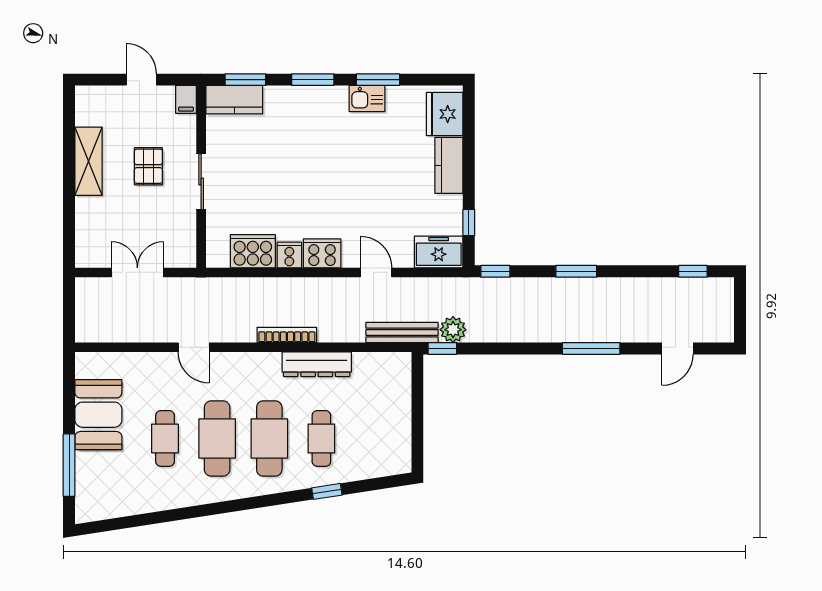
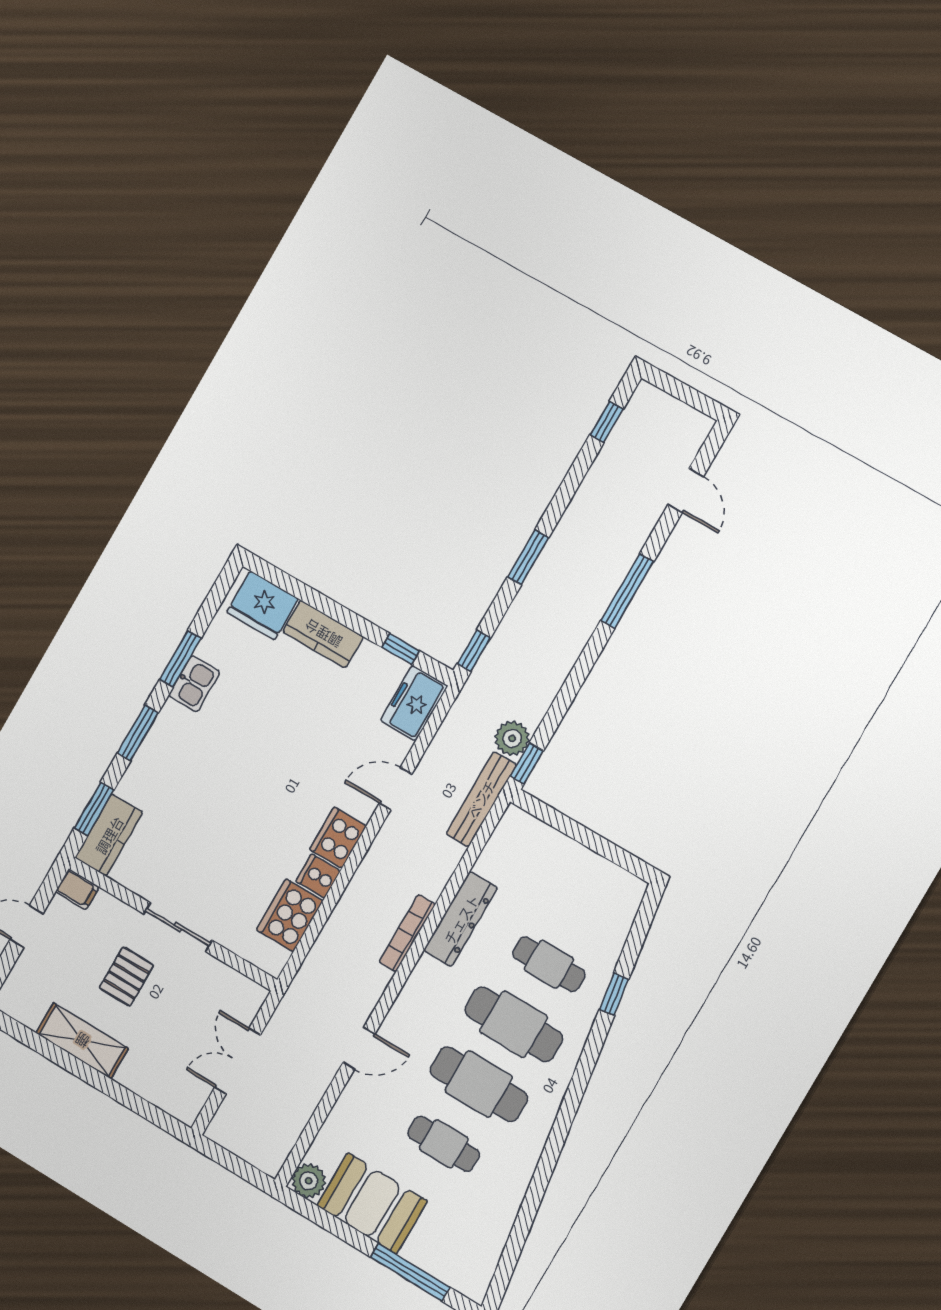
pallet: (148, 166) -> (126, 977), turned 90
plant: (88, 365) -> (309, 1181), added

